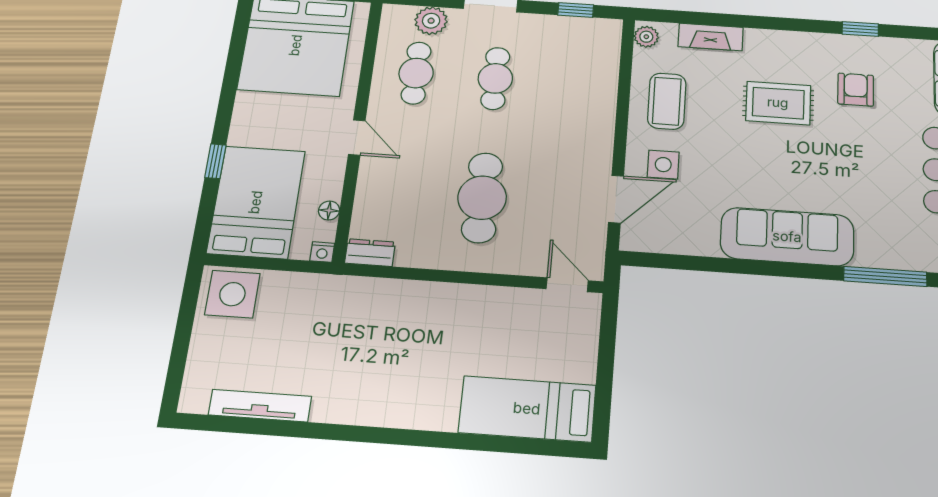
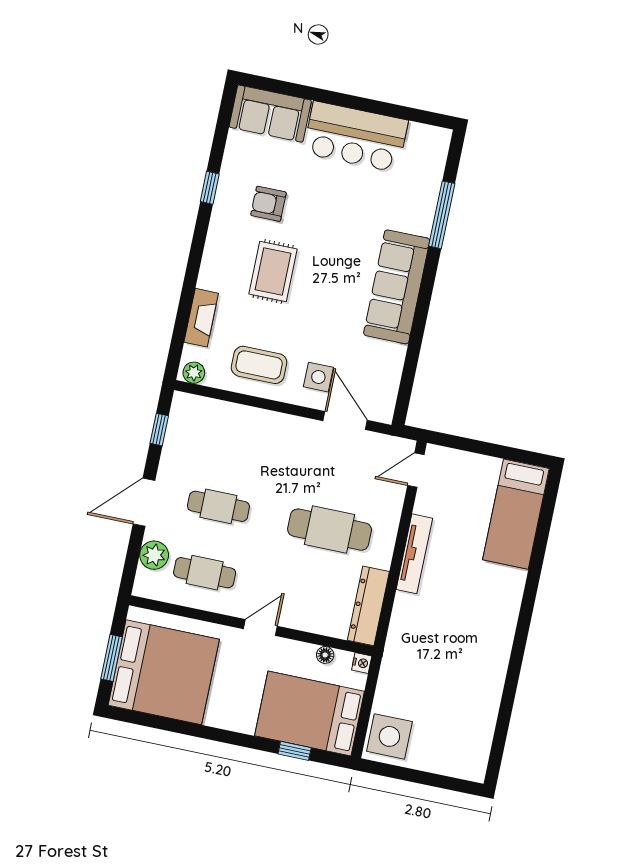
window: (215, 161) -> (295, 751), moved
dresser: (370, 253) -> (368, 606), width x1.96, depth x1.24
tv unit: (260, 406) -> (414, 554), moved, turned 180

